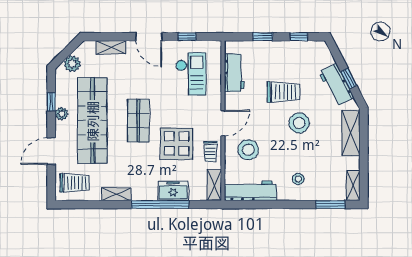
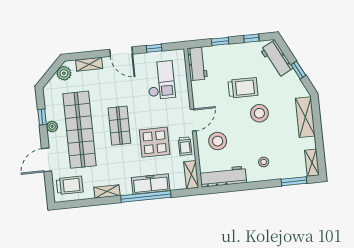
plant: (72, 64) -> (64, 73), moved
workbench: (234, 73) -> (197, 64), moved
workbench: (336, 85) -> (277, 59), moved
freezer: (173, 191) -> (151, 184), width x1.40

